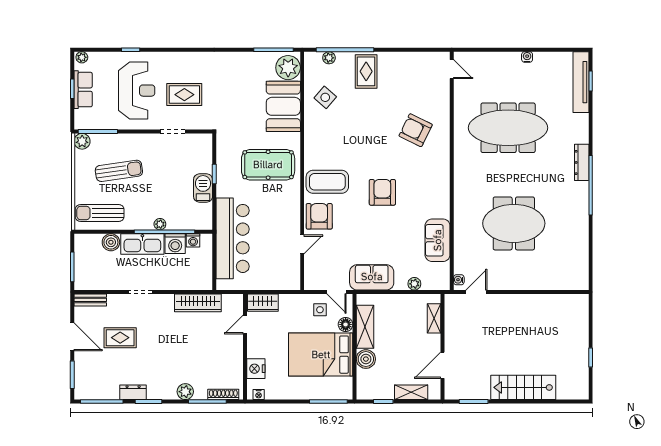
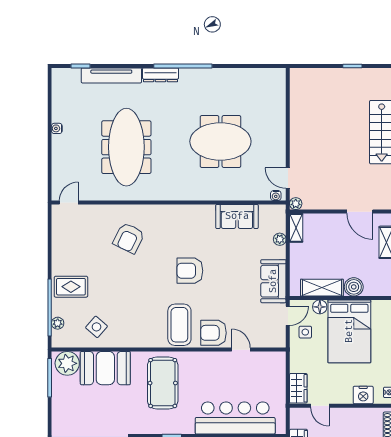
tv unit: (581, 82) -> (111, 75), moved
meeting table: (514, 223) -> (220, 141), turned 90
plant: (451, 300) -> (296, 204), added
shelving: (434, 318) -> (296, 228), moved, turned 90

